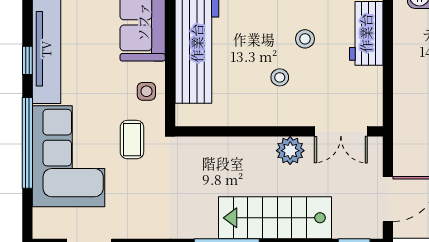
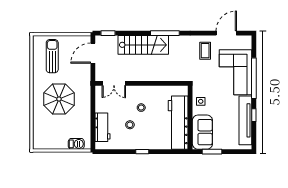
double door: (341, 131) -> (114, 83), swing flipped
coffee table: (132, 140) -> (205, 51), moved
plant: (290, 151) -> (137, 75), removed

